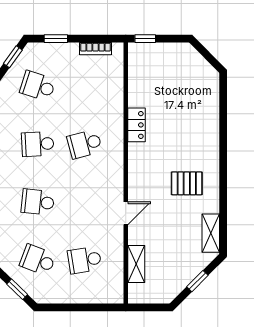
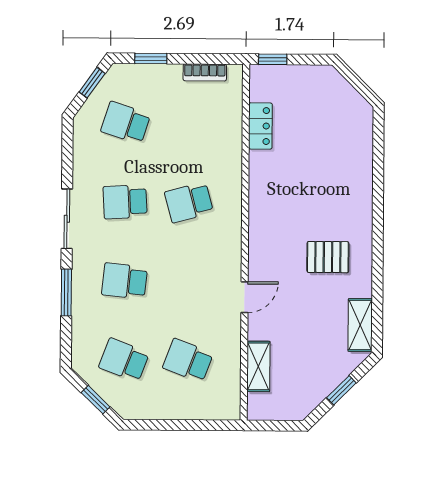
locker: (137, 125) -> (260, 126), moved
school desk: (85, 260) -> (188, 361), turned 30

